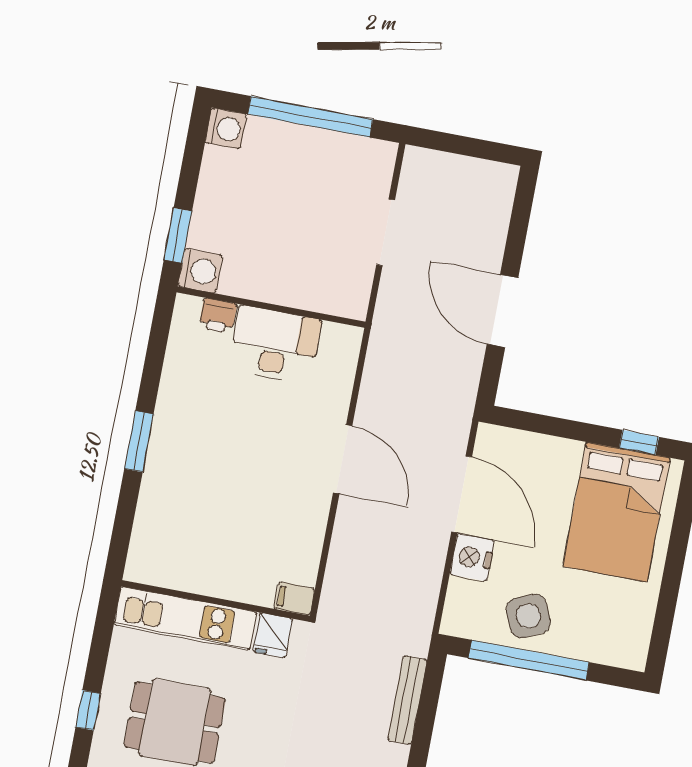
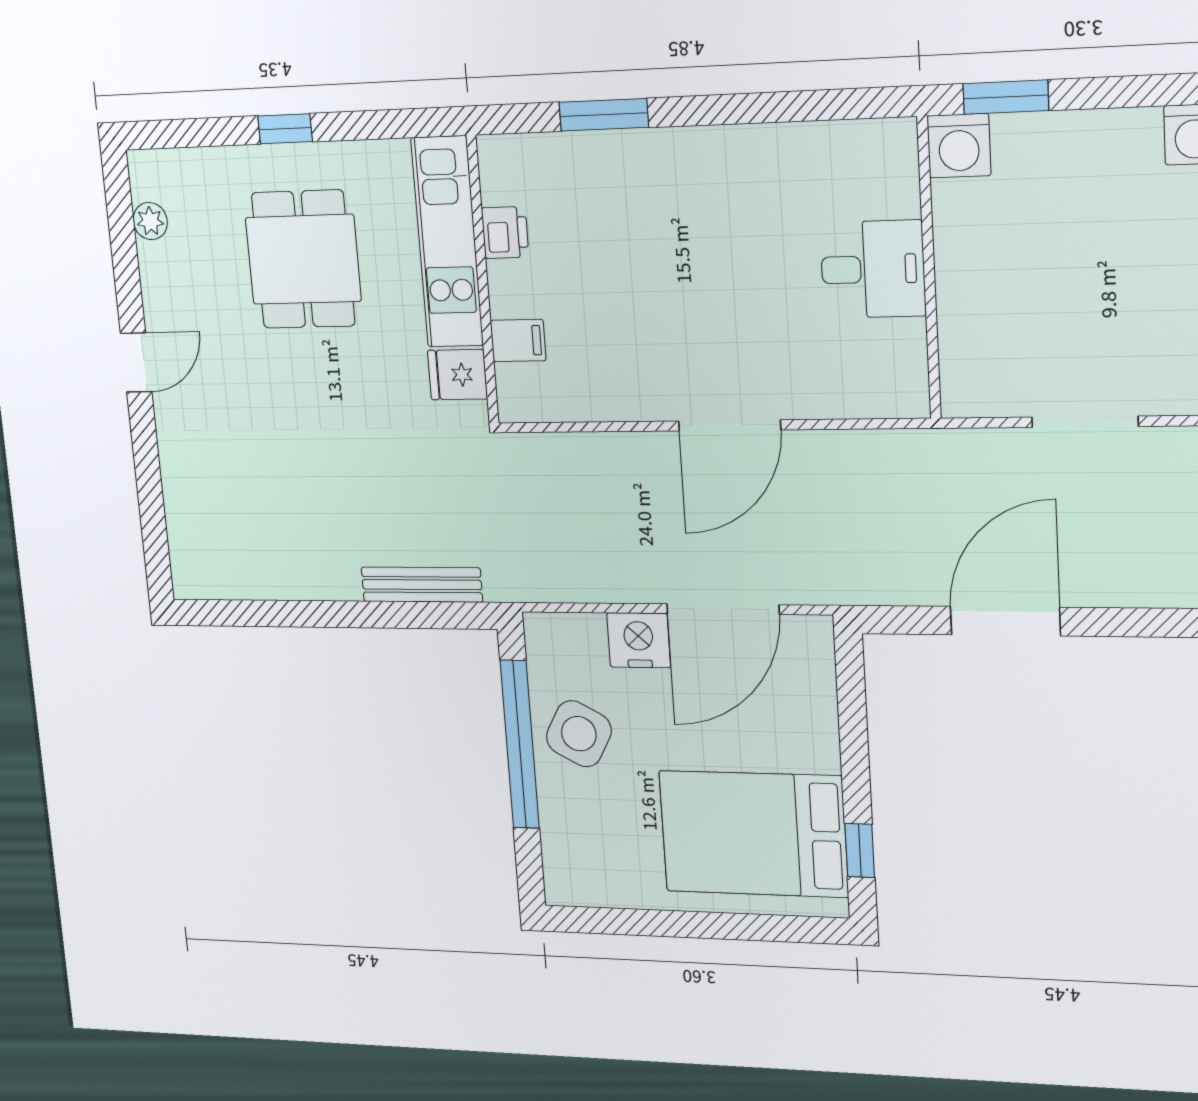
printer: (218, 316) -> (505, 233), moved, turned 180
desk: (275, 344) -> (873, 269), width x0.73
window: (139, 441) -> (604, 115), moved
filing cabinet: (294, 599) -> (518, 341), moved, turned 90
side table: (528, 616) -> (579, 734), turned -38

